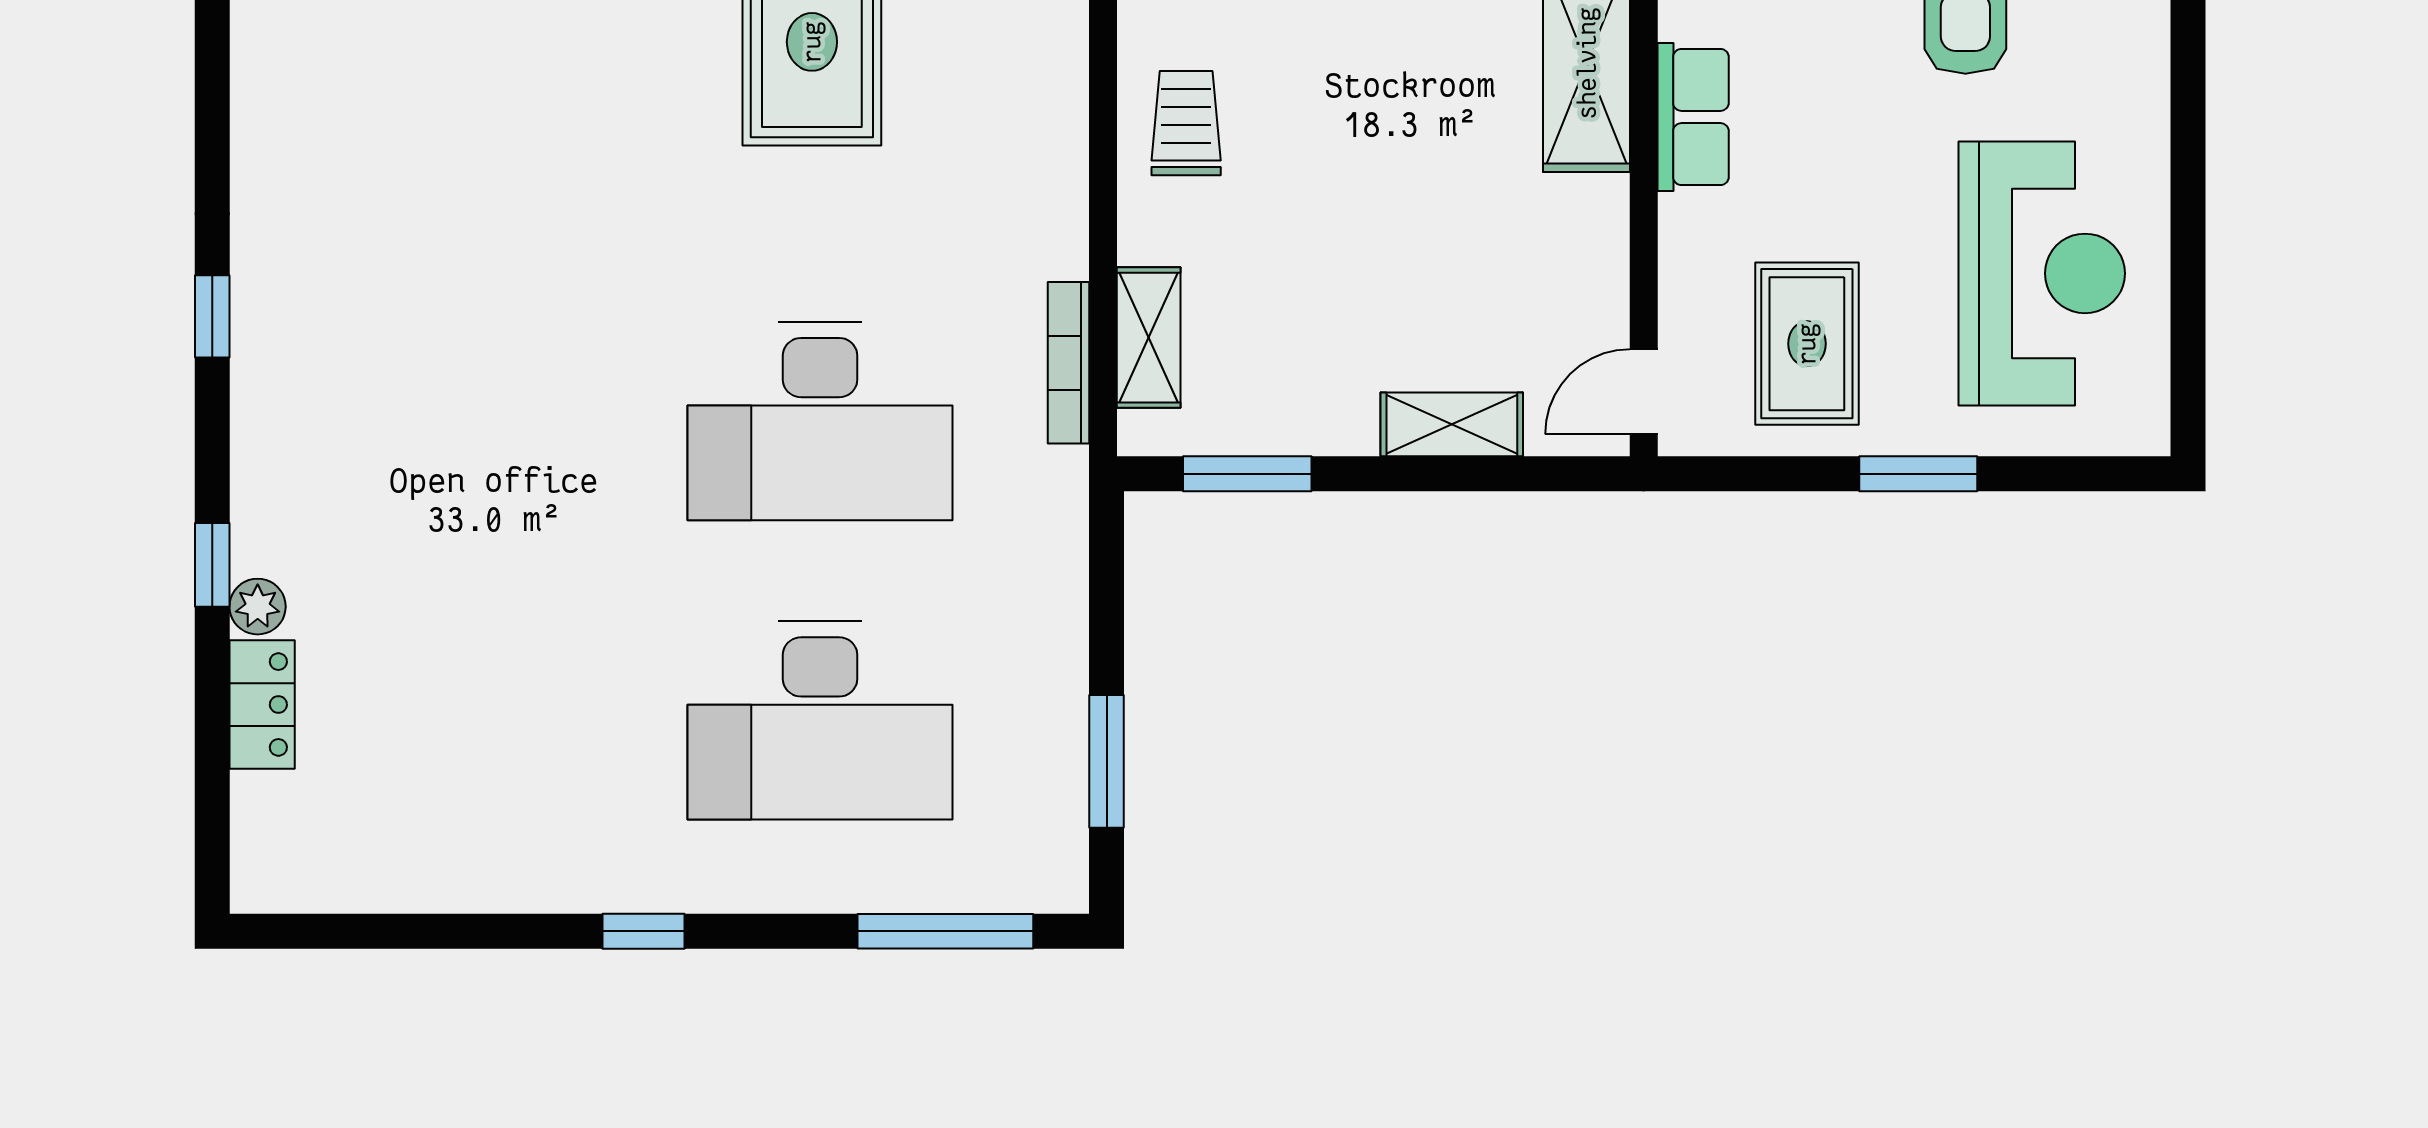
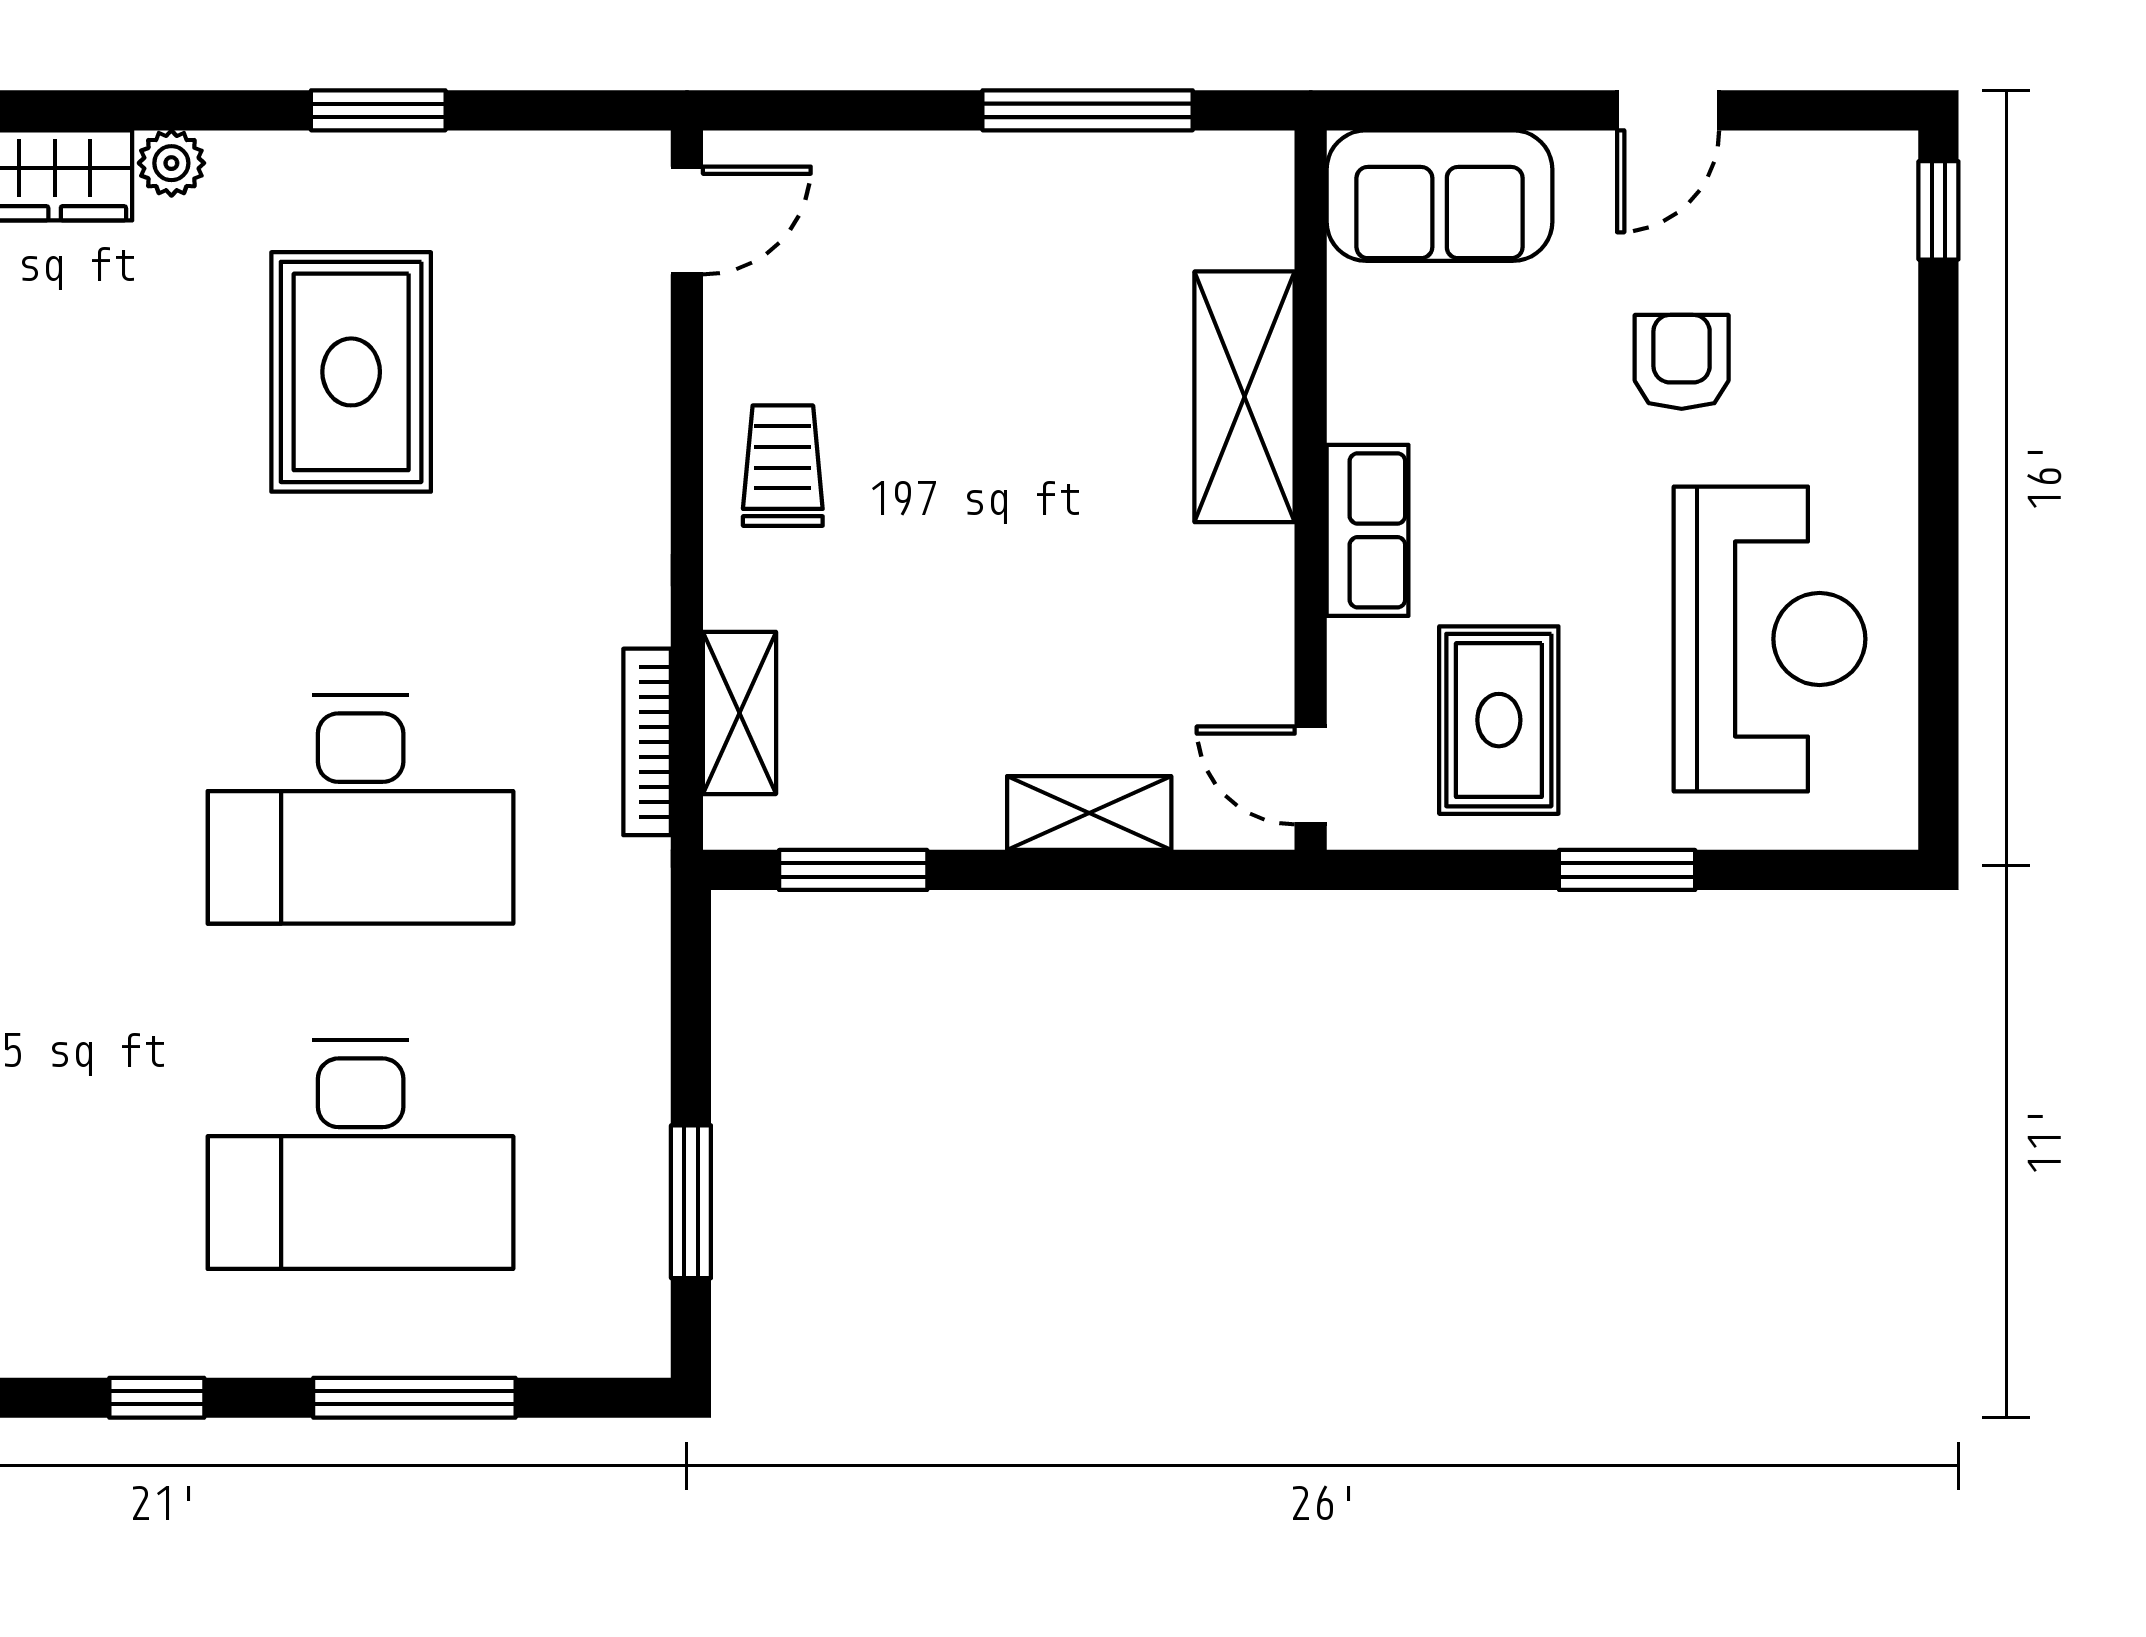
row of seats: (1693, 117) -> (1368, 530), moved
door: (1644, 392) -> (1311, 775), hinge flipped
window: (945, 931) -> (414, 1398), moved

